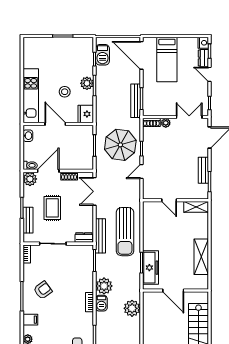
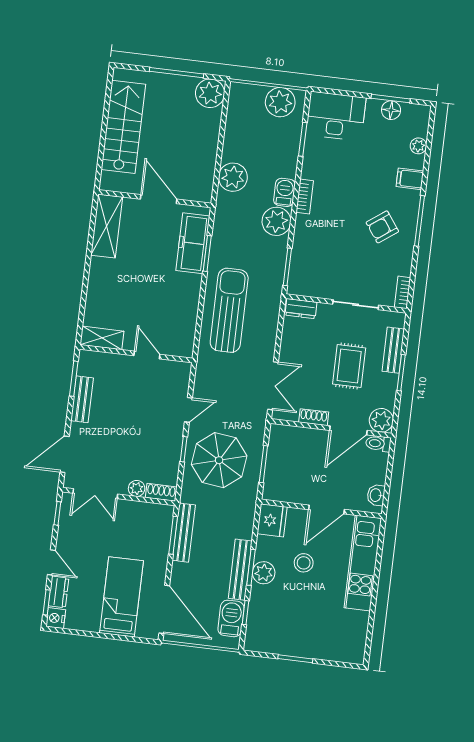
door: (55, 124) -> (327, 509), hinge flipped
bench: (101, 236) -> (240, 570), moved
shelving: (201, 257) -> (107, 226), moved

